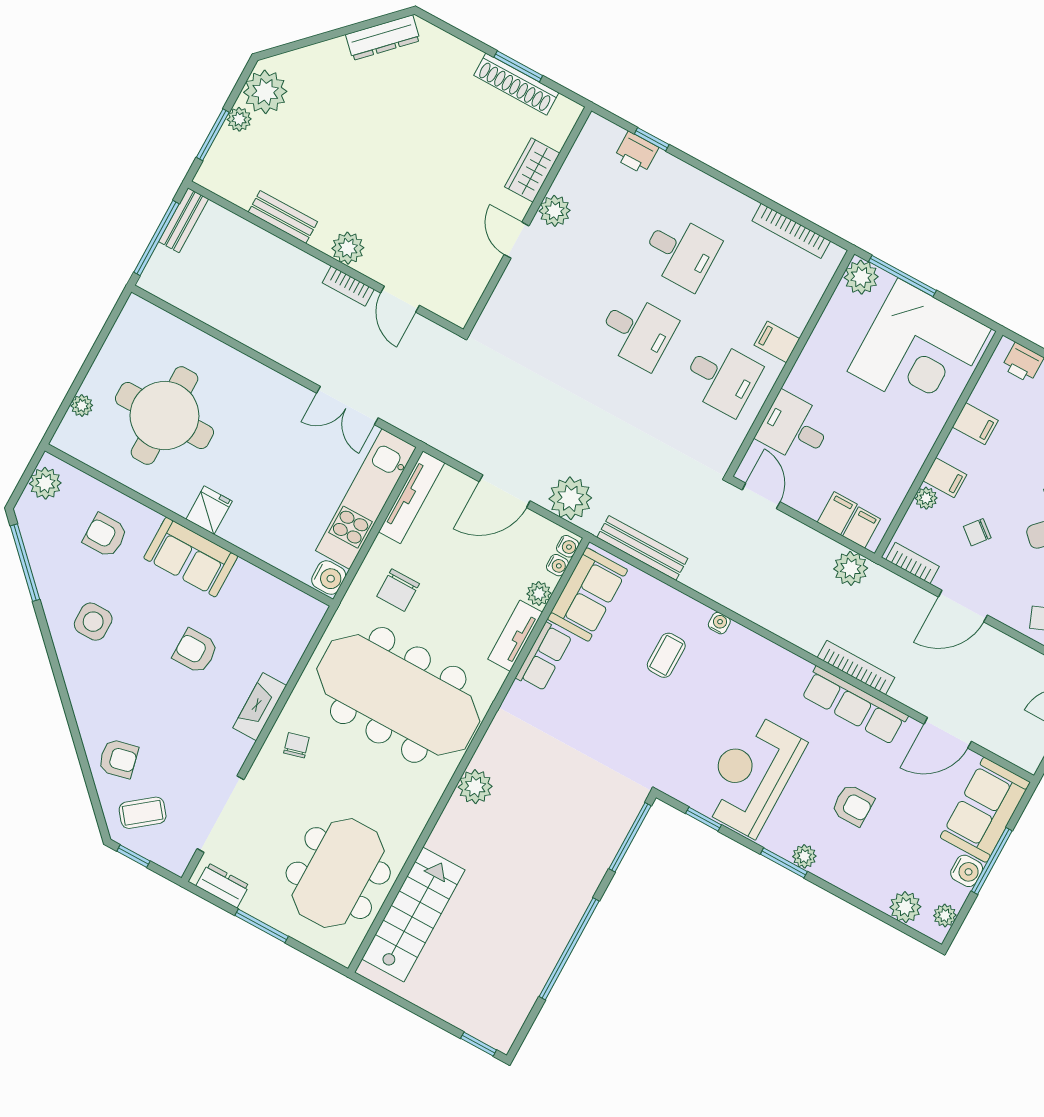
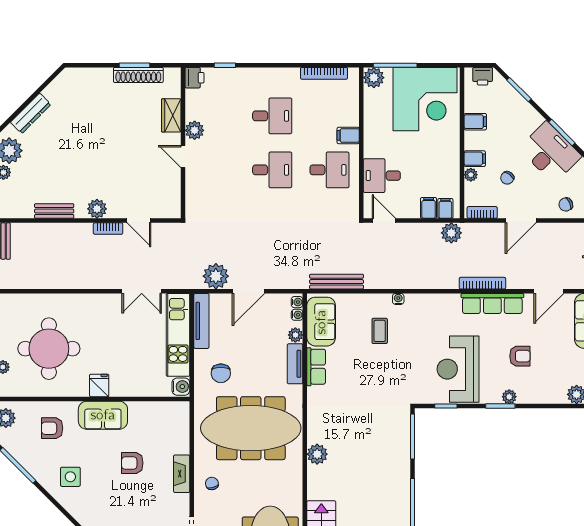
dresser: (383, 38) -> (31, 113), moved
printer: (636, 153) -> (195, 78), moved, turned -90
plant: (570, 498) -> (216, 276), moved

